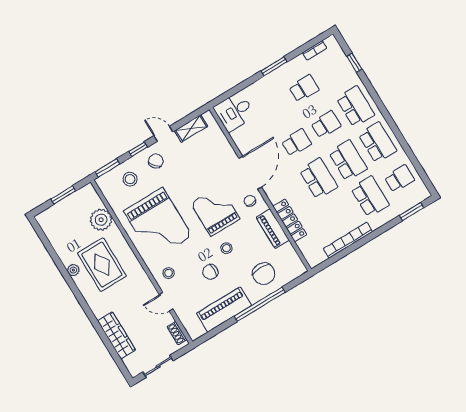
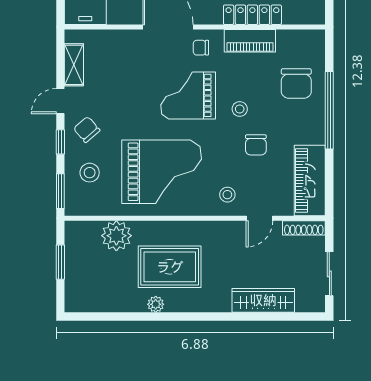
chair: (264, 274) -> (296, 83), turned 90
piano: (224, 310) -> (310, 180), moved
shoe rack: (177, 333) -> (304, 228), width x1.43

